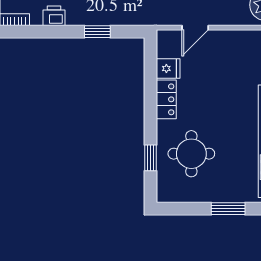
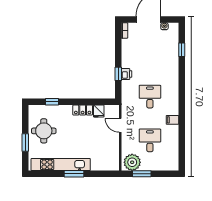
printer: (54, 16) -> (126, 74), moved
round table: (191, 154) -> (44, 131), moved

